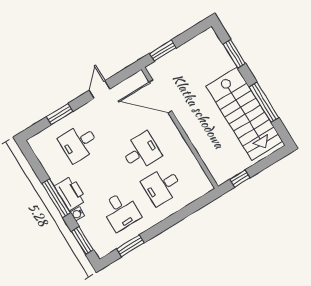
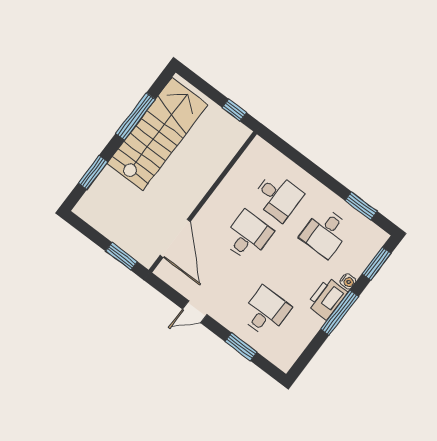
desk: (79, 143) -> (266, 312), turned -90
desk: (141, 152) -> (248, 236), turned 90
desk: (121, 211) -> (325, 233), turned 180

